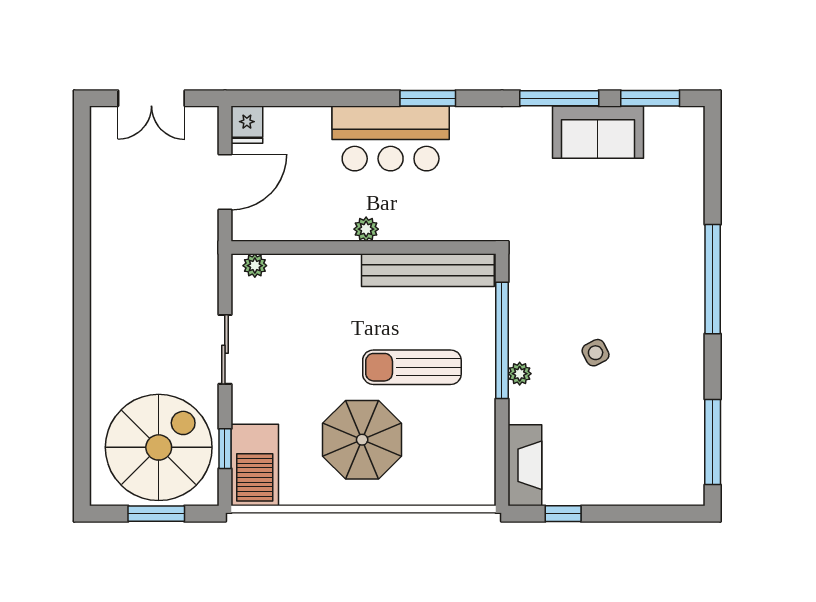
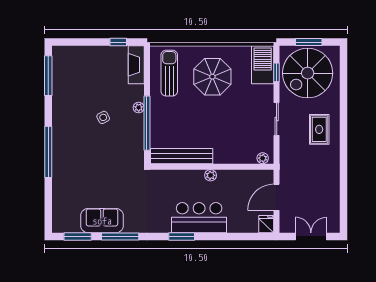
rug: (134, 327) -> (319, 129), added
sun lounger: (412, 367) -> (169, 73), moved, turned -90

